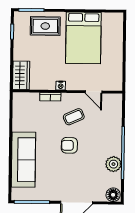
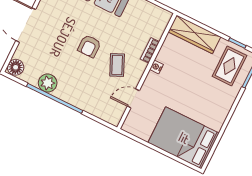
rug: (45, 26) -> (229, 66), moved
bed: (83, 38) -> (184, 138), moved
wardrobe: (21, 75) -> (194, 34), width x1.50
armchair: (69, 145) -> (89, 46), turned 180

